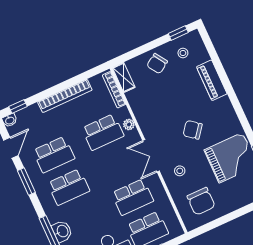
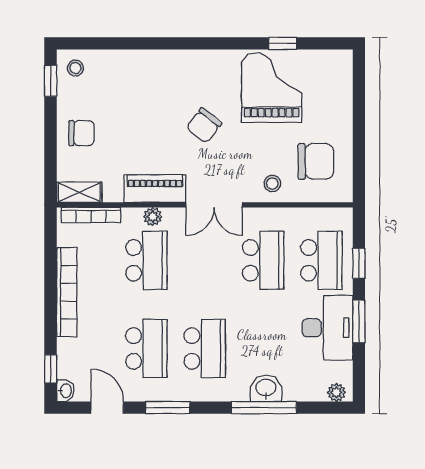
stool: (183, 53) -> (75, 68), moved
chair: (157, 64) -> (81, 133), turned -57
piano: (212, 80) -> (155, 189), moved, turned 180
stool: (180, 171) -> (272, 184), moved

